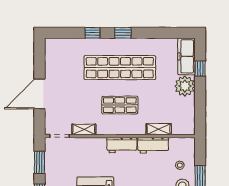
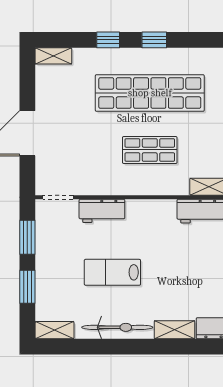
shelving: (84, 129) -> (53, 56), moved
workbench: (122, 145) -> (102, 211), moved

